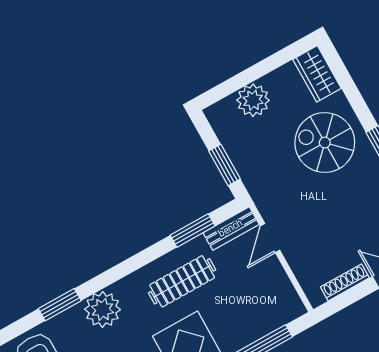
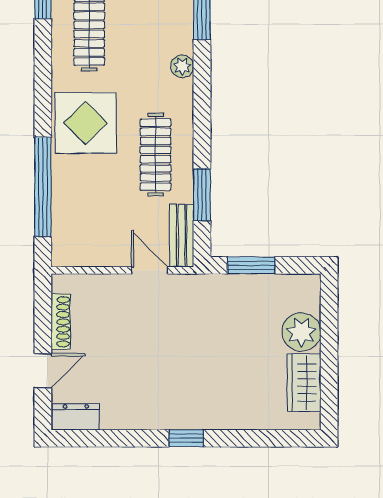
wardrobe: (317, 74) -> (304, 383), moved, turned -90
spiral stairs: (325, 143) -> (216, 382), removed
plant: (103, 309) -> (182, 66), width x0.53, depth x0.53

